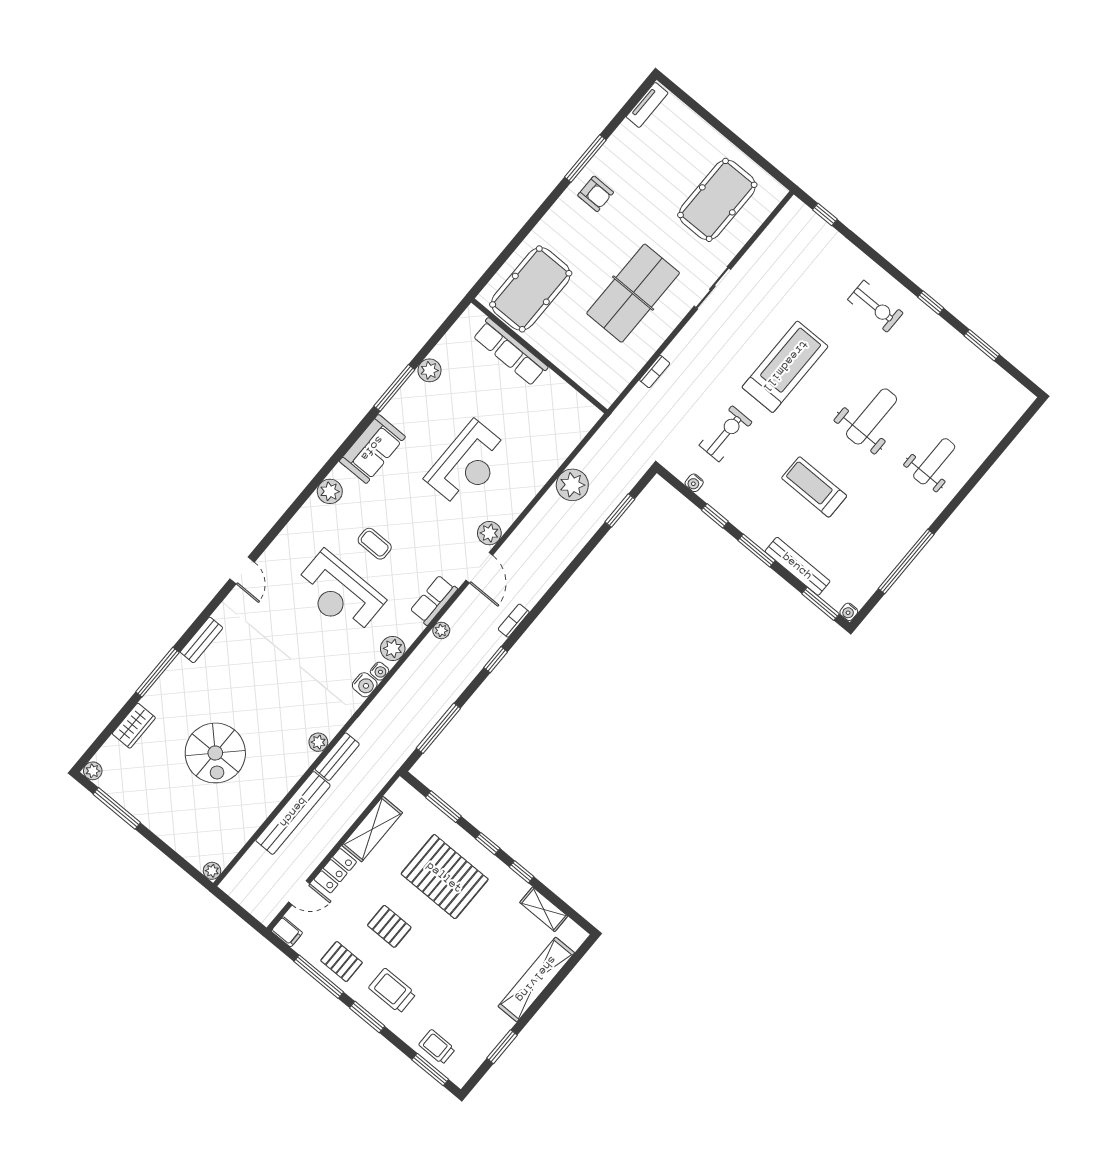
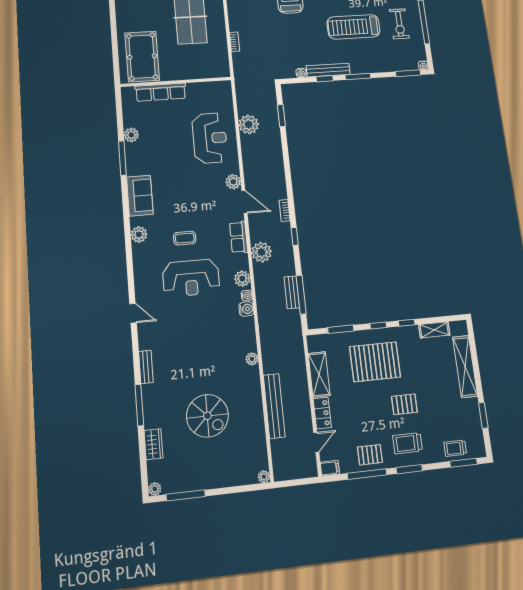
exercise bike: (726, 434) -> (399, 24), moved, turned 180
reception desk: (468, 464) -> (210, 138), moved
treadmill: (814, 487) -> (353, 27), width x1.37, depth x1.38
bench: (798, 566) -> (328, 70), moved
plant: (441, 630) -> (262, 252), width x1.87, depth x1.87
bench: (337, 757) -> (292, 292), moved
pallet: (389, 926) -> (404, 404), moved

